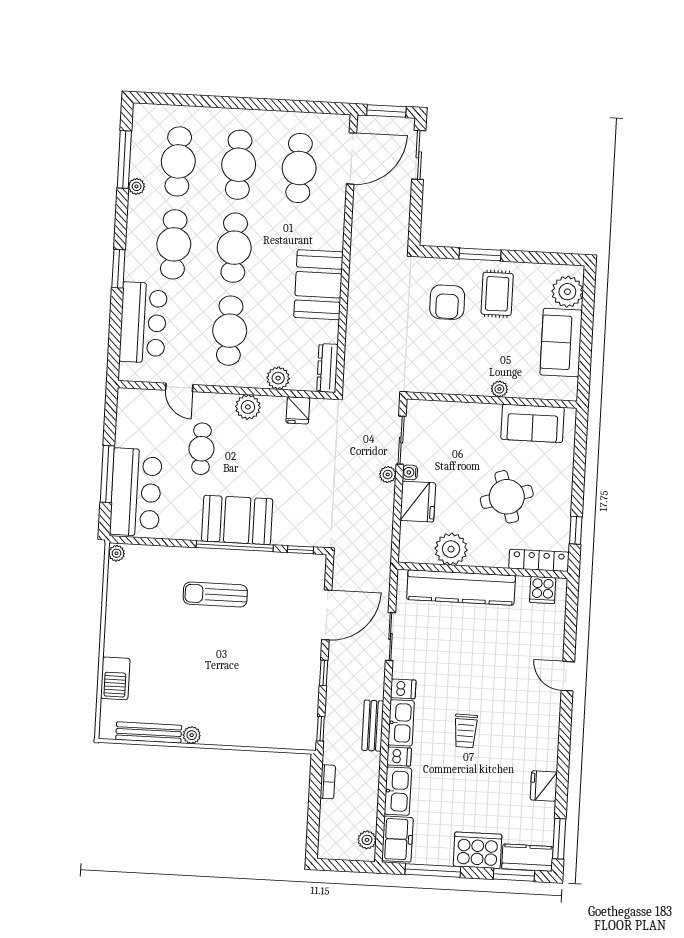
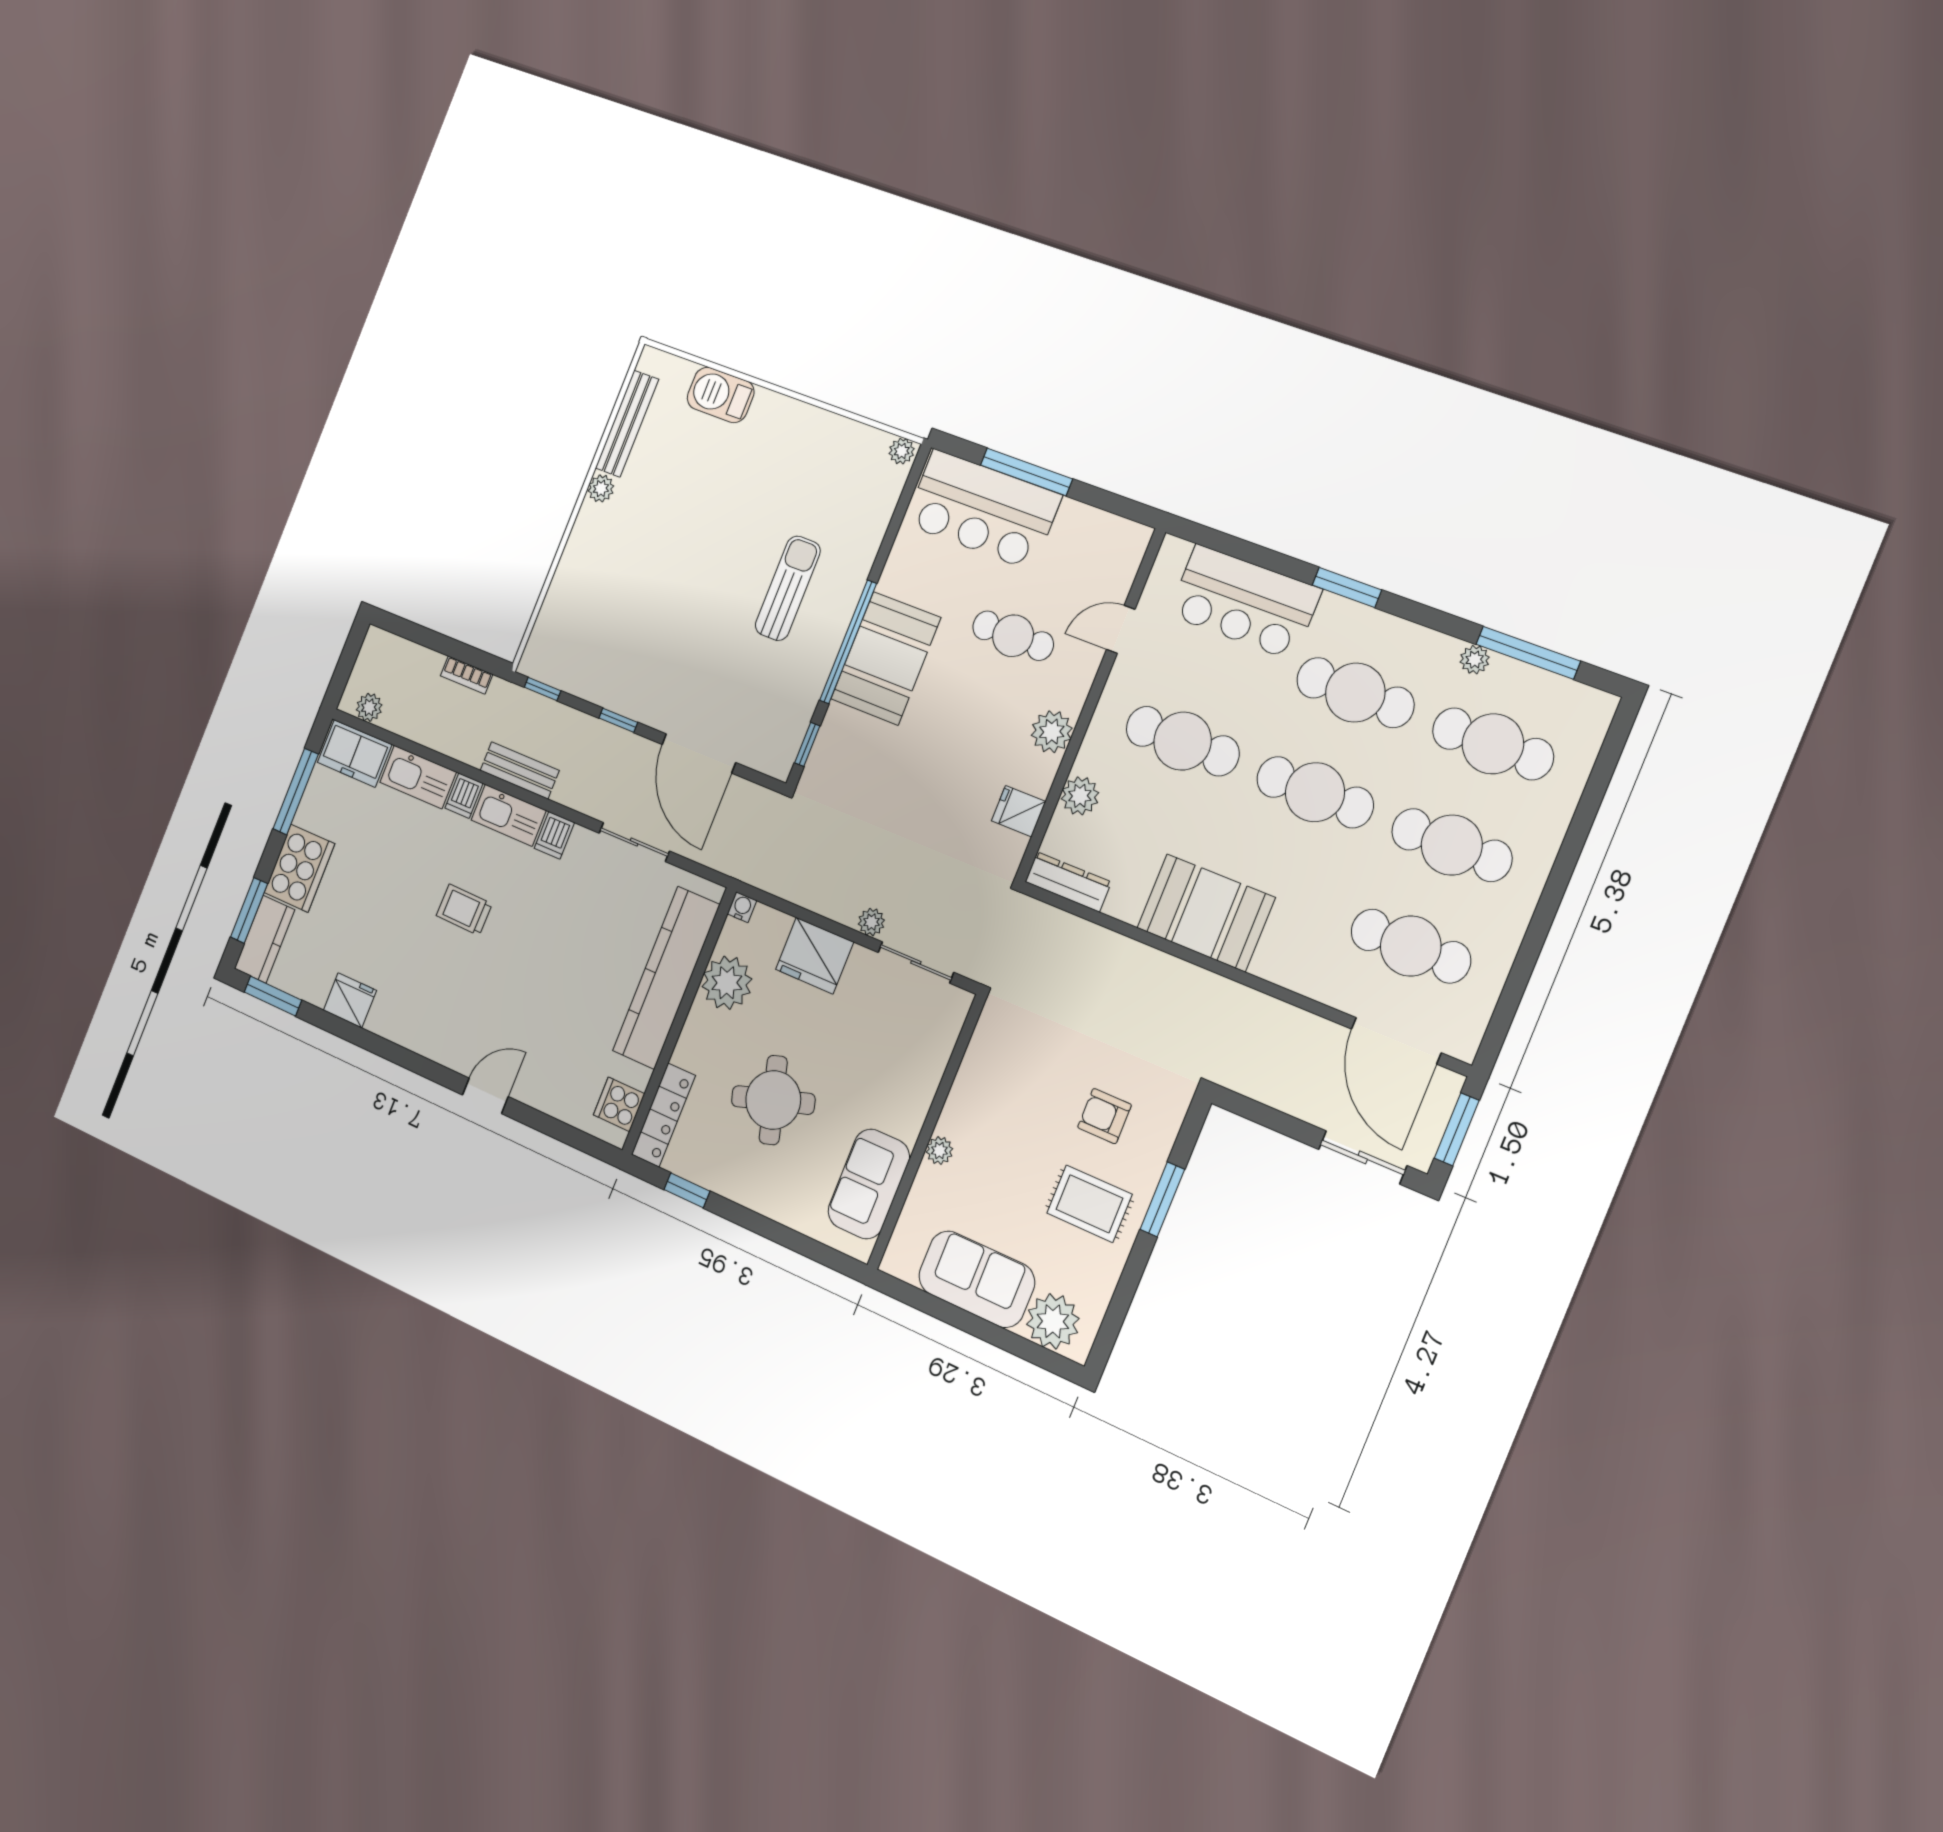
armchair: (447, 302) -> (1104, 1116), width x0.72, depth x0.72
water cooler: (410, 472) -> (742, 907), moved

